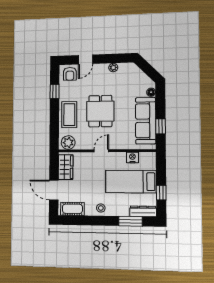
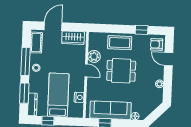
plant: (68, 143) -> (94, 56), moved
window: (94, 221) -> (25, 61), added

